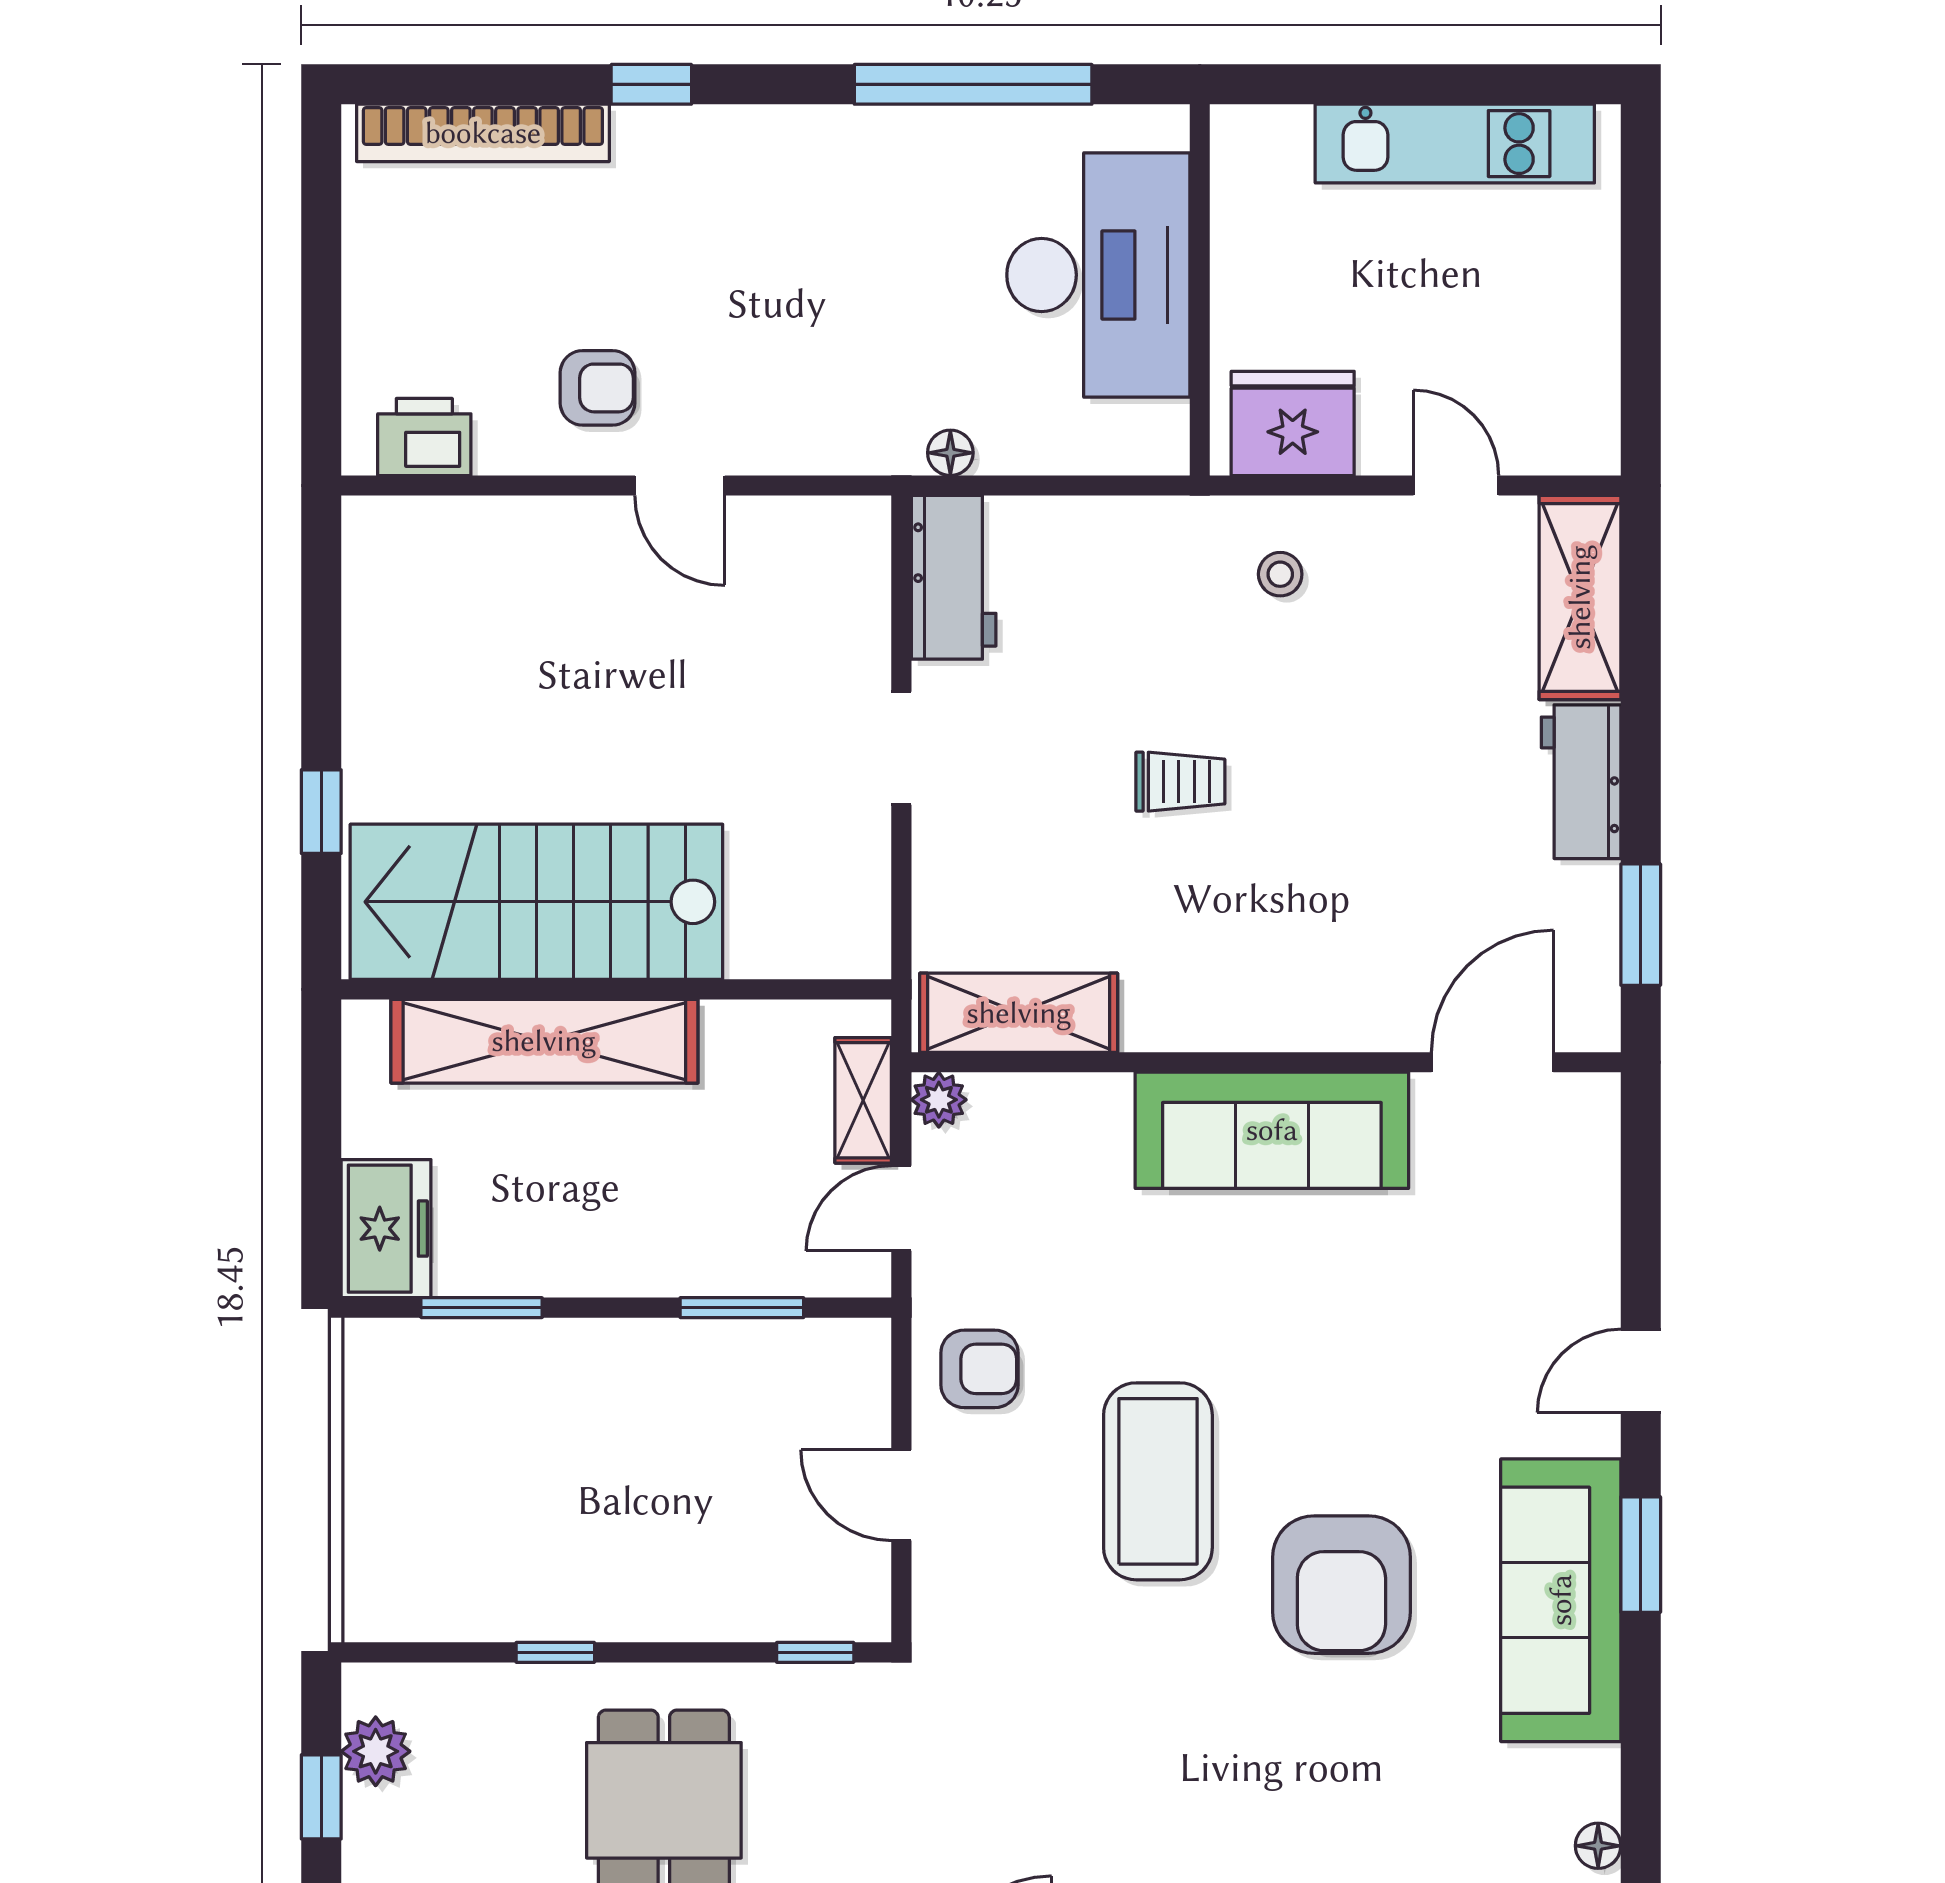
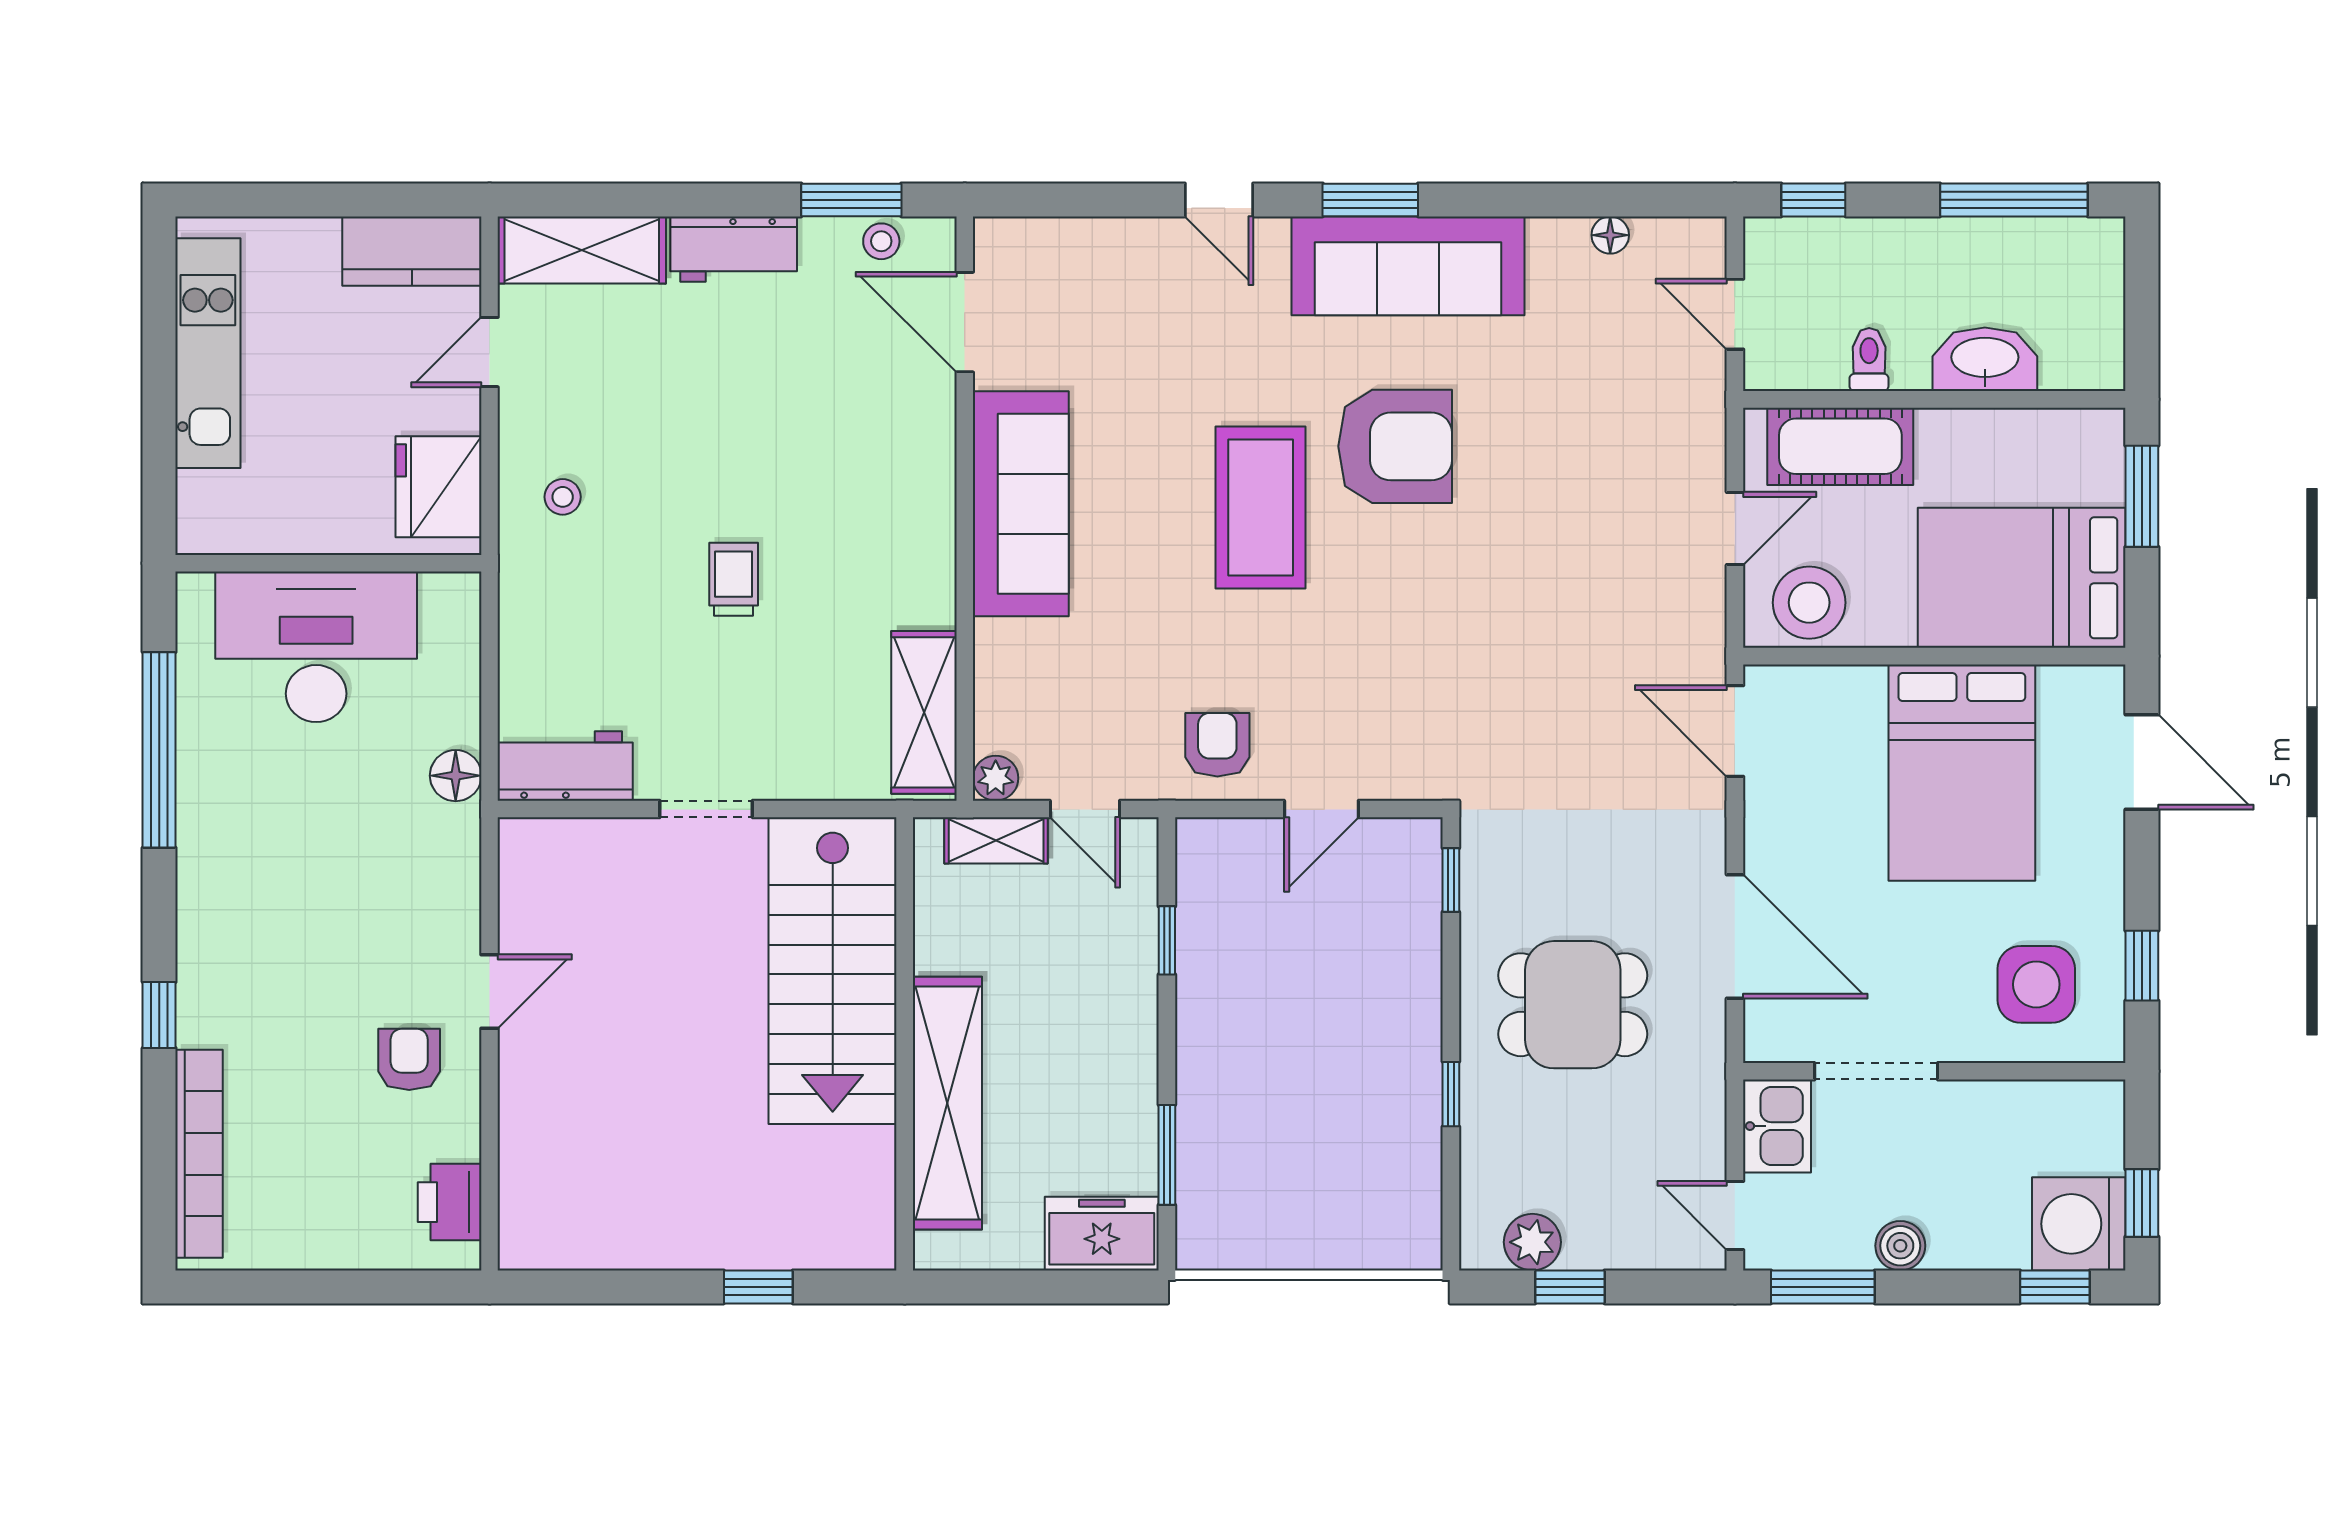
kitchen counter: (1579, 391) -> (412, 251), added
floor lamp: (950, 453) -> (456, 776), width x1.37, depth x1.37
stairs: (536, 902) -> (833, 971), moved
stool: (1591, 961) -> (881, 241), added
window: (742, 1308) -> (1167, 940), width x0.67
coffee table: (1158, 1481) -> (1261, 508), moved, turned 90

